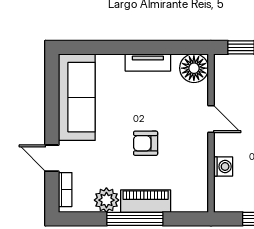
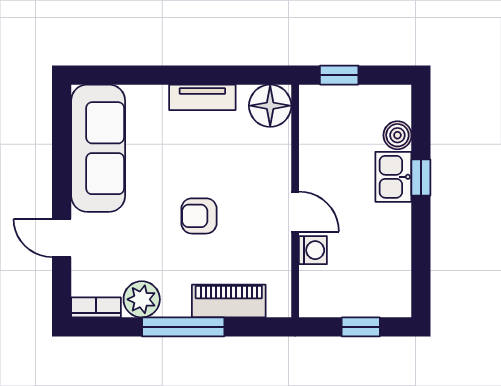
door: (211, 119) -> (295, 212), moved
bookcase: (65, 190) -> (96, 307), moved, turned -90
piano: (146, 201) -> (229, 301), moved

